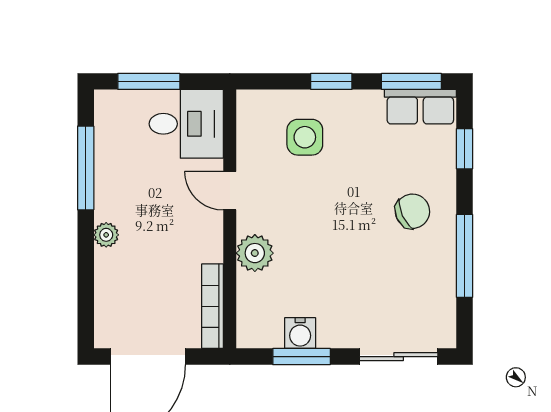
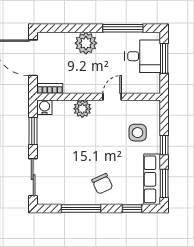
row of seats: (420, 107) -> (152, 179), width x1.48
desk: (186, 124) -> (143, 56), moved, turned -90
plant: (106, 235) -> (86, 43), width x1.88, depth x1.88
bookcase: (212, 306) -> (50, 89), width x0.64
water cooler: (300, 333) -> (45, 107), moved, turned 90

